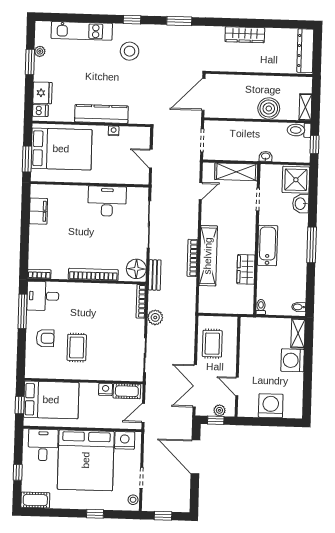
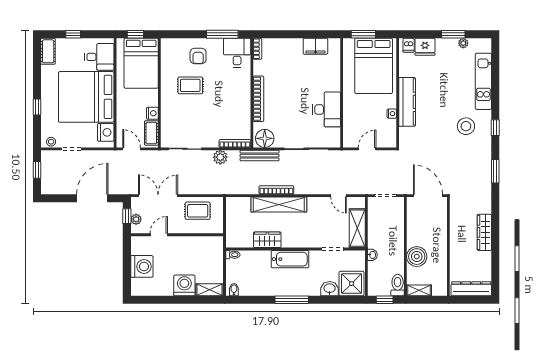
bench: (155, 275) -> (260, 156), width x1.36

